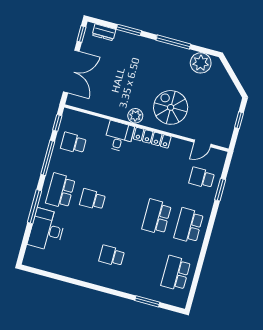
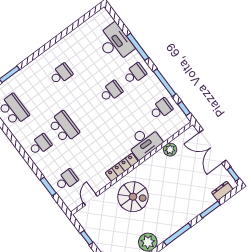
plant: (135, 116) -> (170, 150), moved
desk: (119, 136) -> (144, 142), width x1.37
school desk: (61, 191) -> (135, 74), width x0.54
school desk: (189, 226) -> (40, 145), width x0.54

